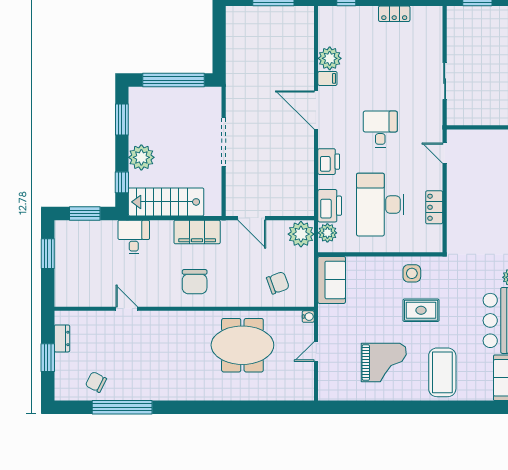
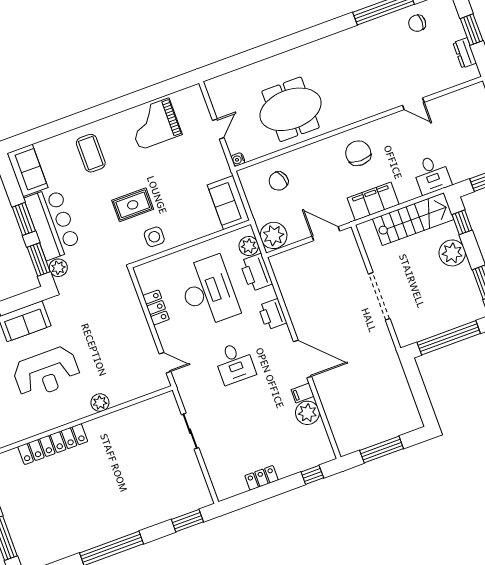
grand piano: (384, 363) -> (154, 124), moved
coffee table: (442, 372) -> (91, 153), width x0.73, depth x0.76
chair: (96, 382) -> (417, 23), turned 153

